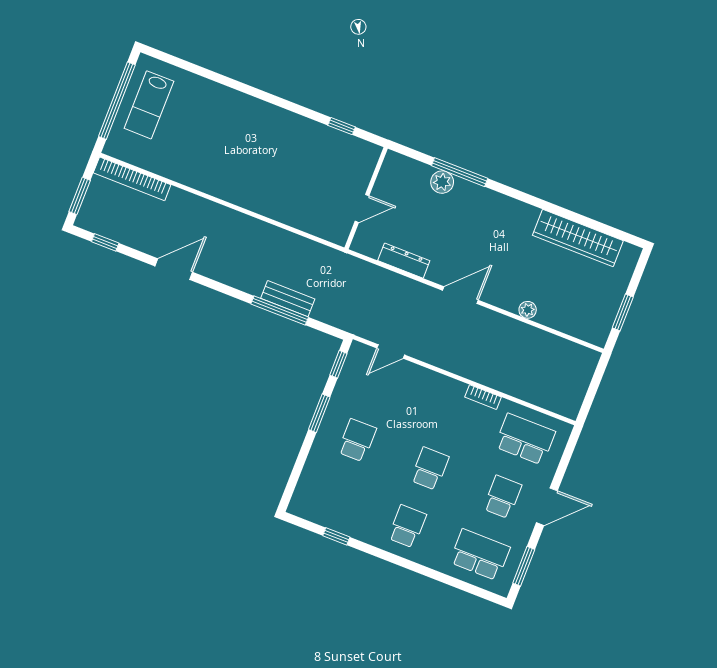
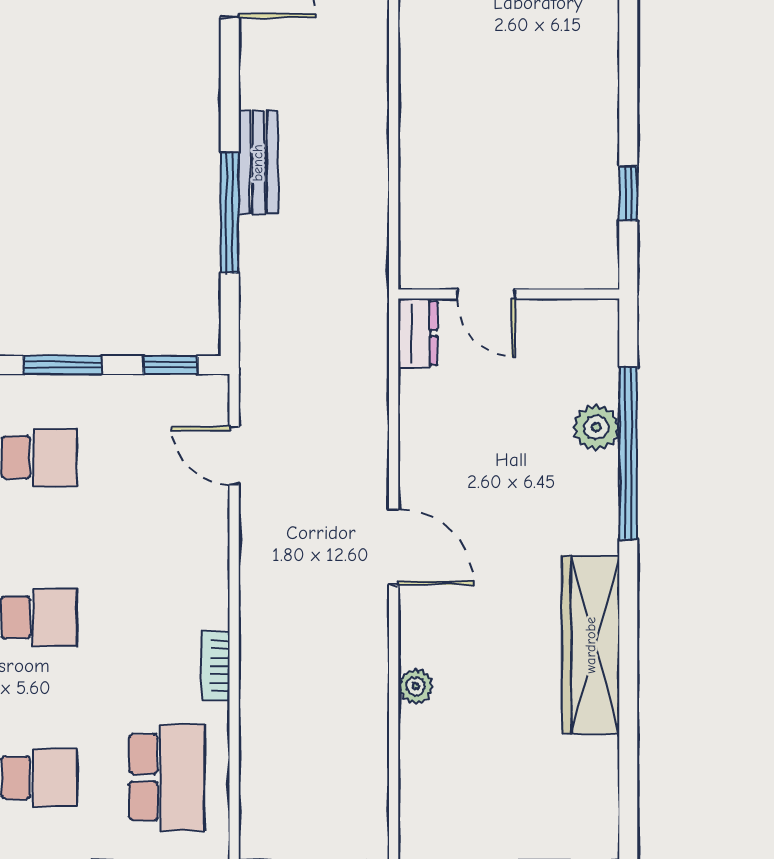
window: (460, 172) -> (628, 453), width x1.46
wardrobe: (578, 238) -> (591, 645), moved
dresser: (404, 261) -> (418, 333), moved, width x0.70
bench: (288, 299) -> (258, 163), moved

